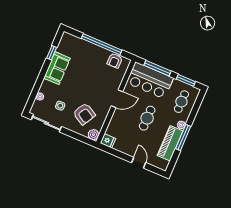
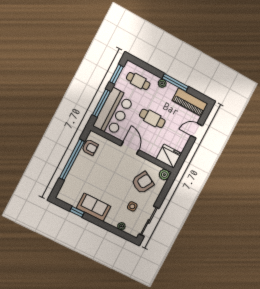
fridge: (108, 141) -> (169, 156), width x1.88, depth x1.34
piano: (170, 143) -> (190, 102), moved

